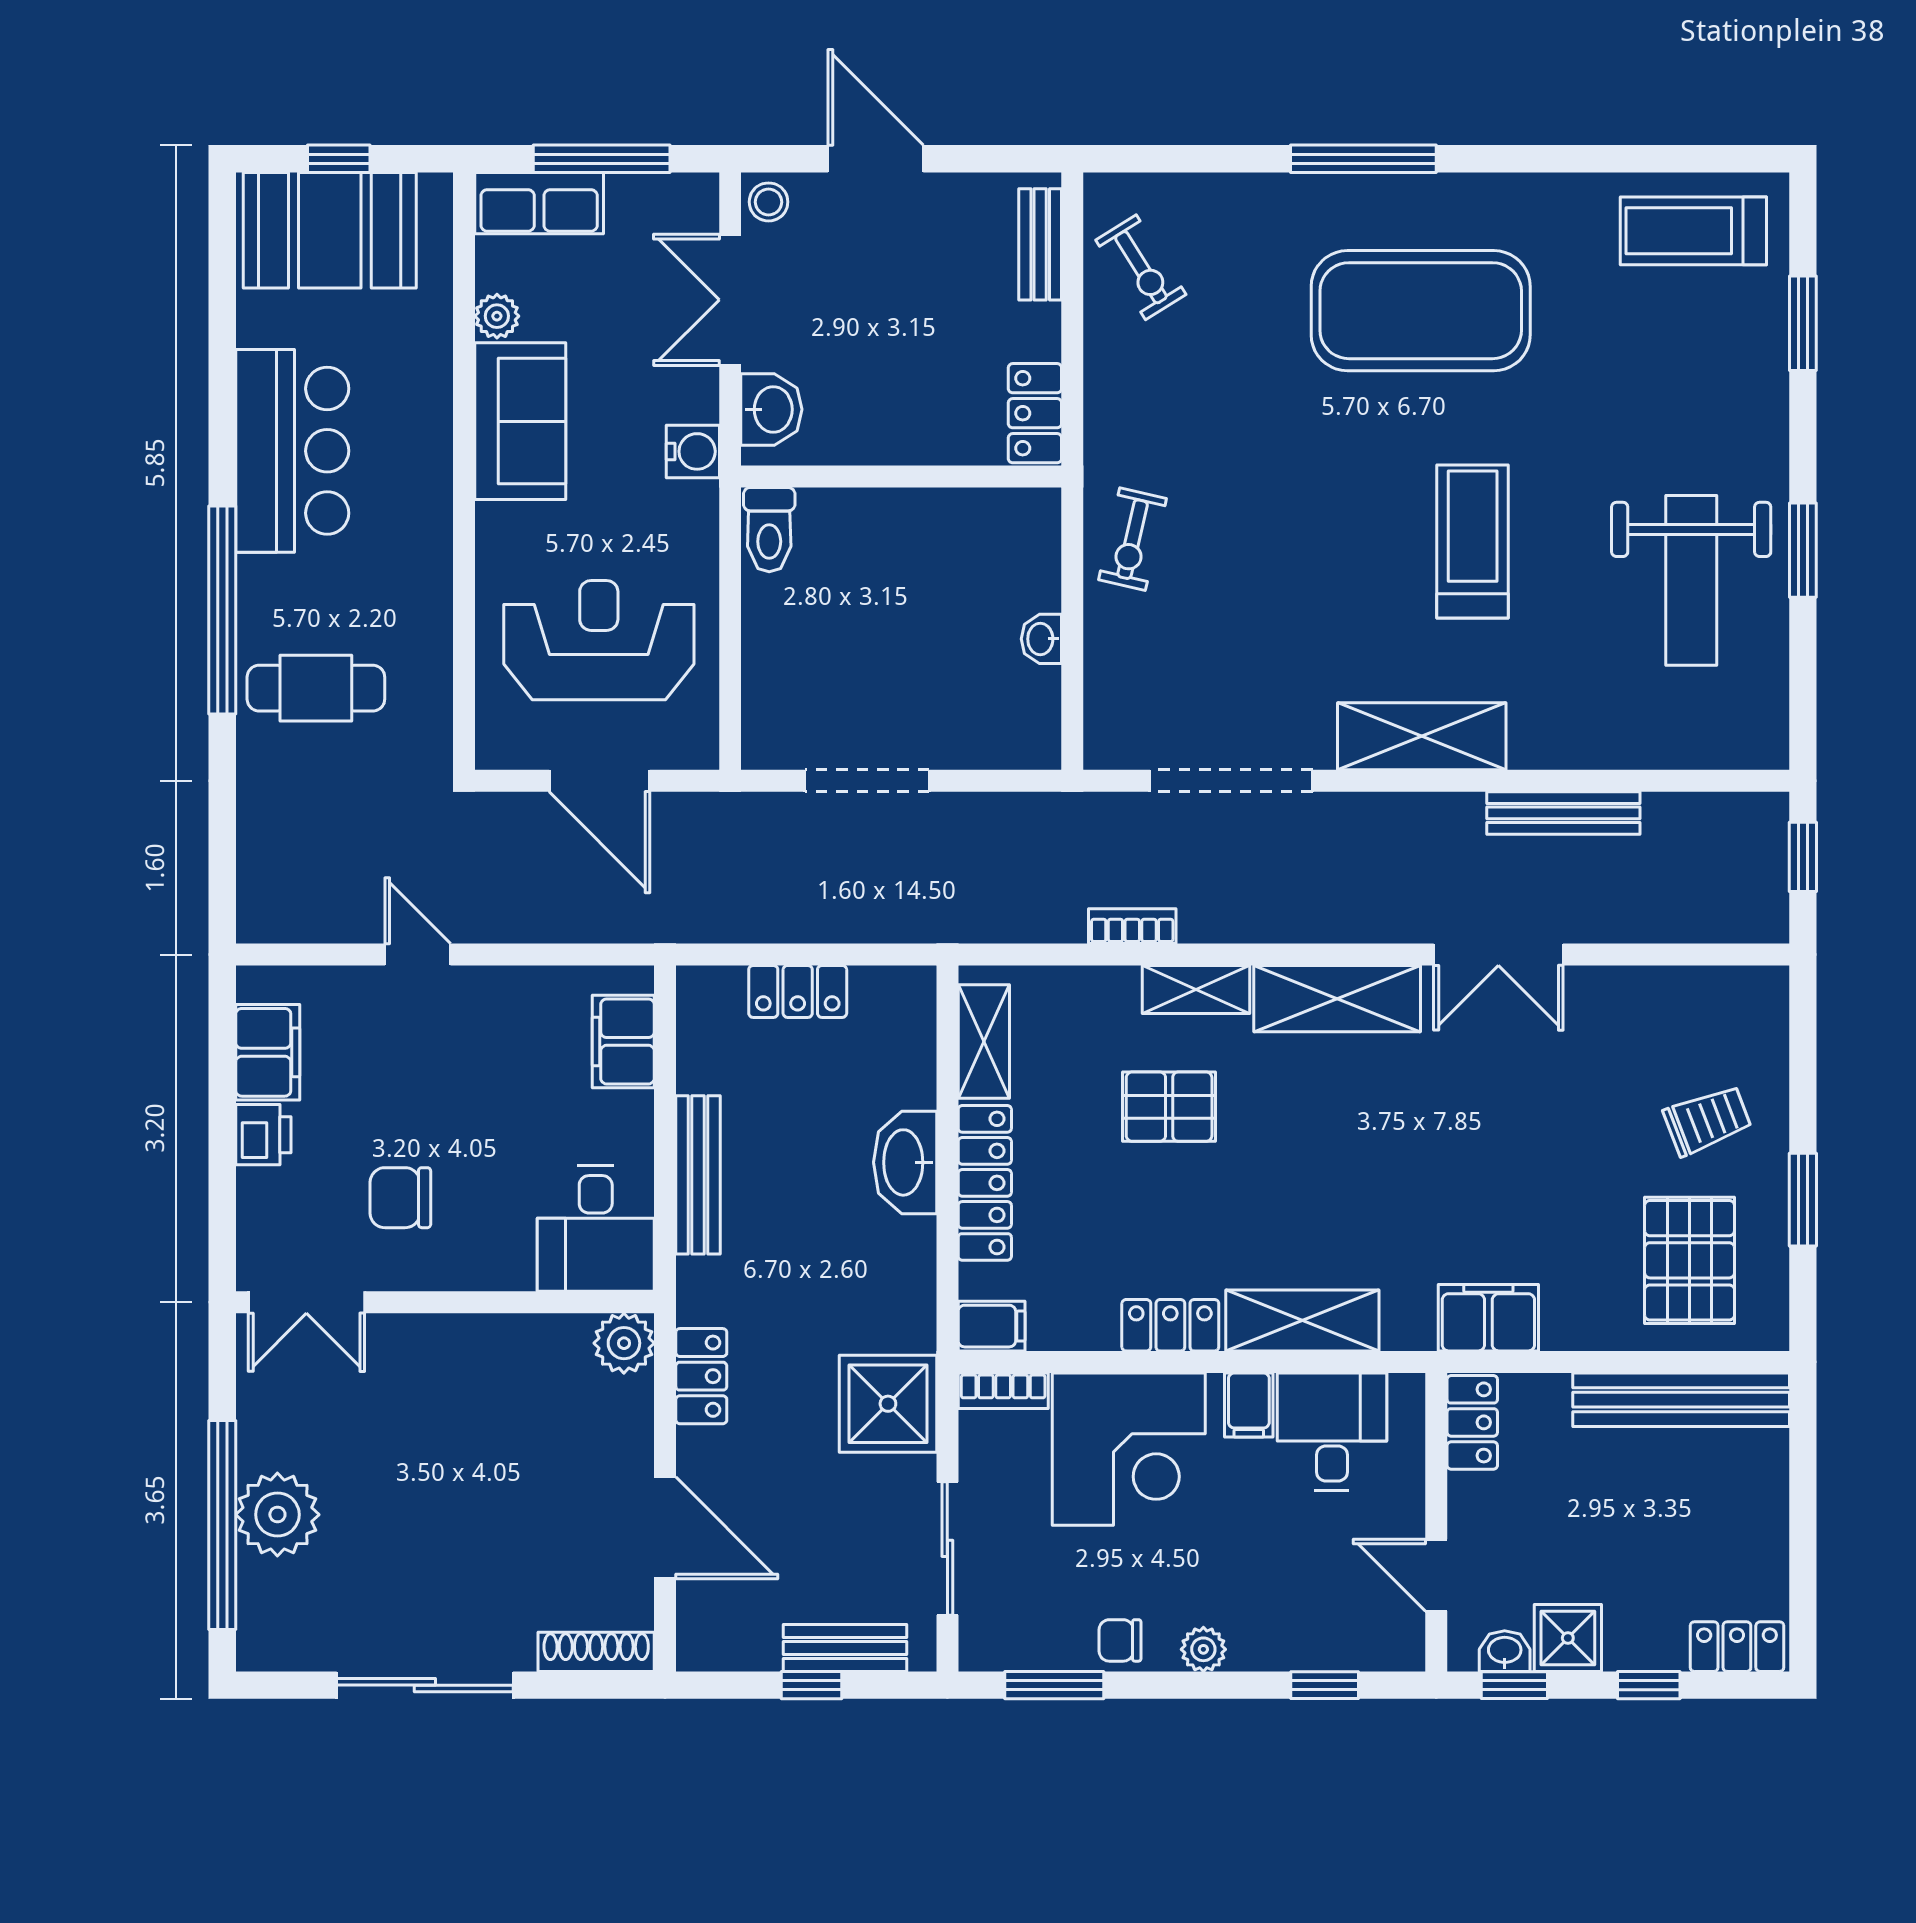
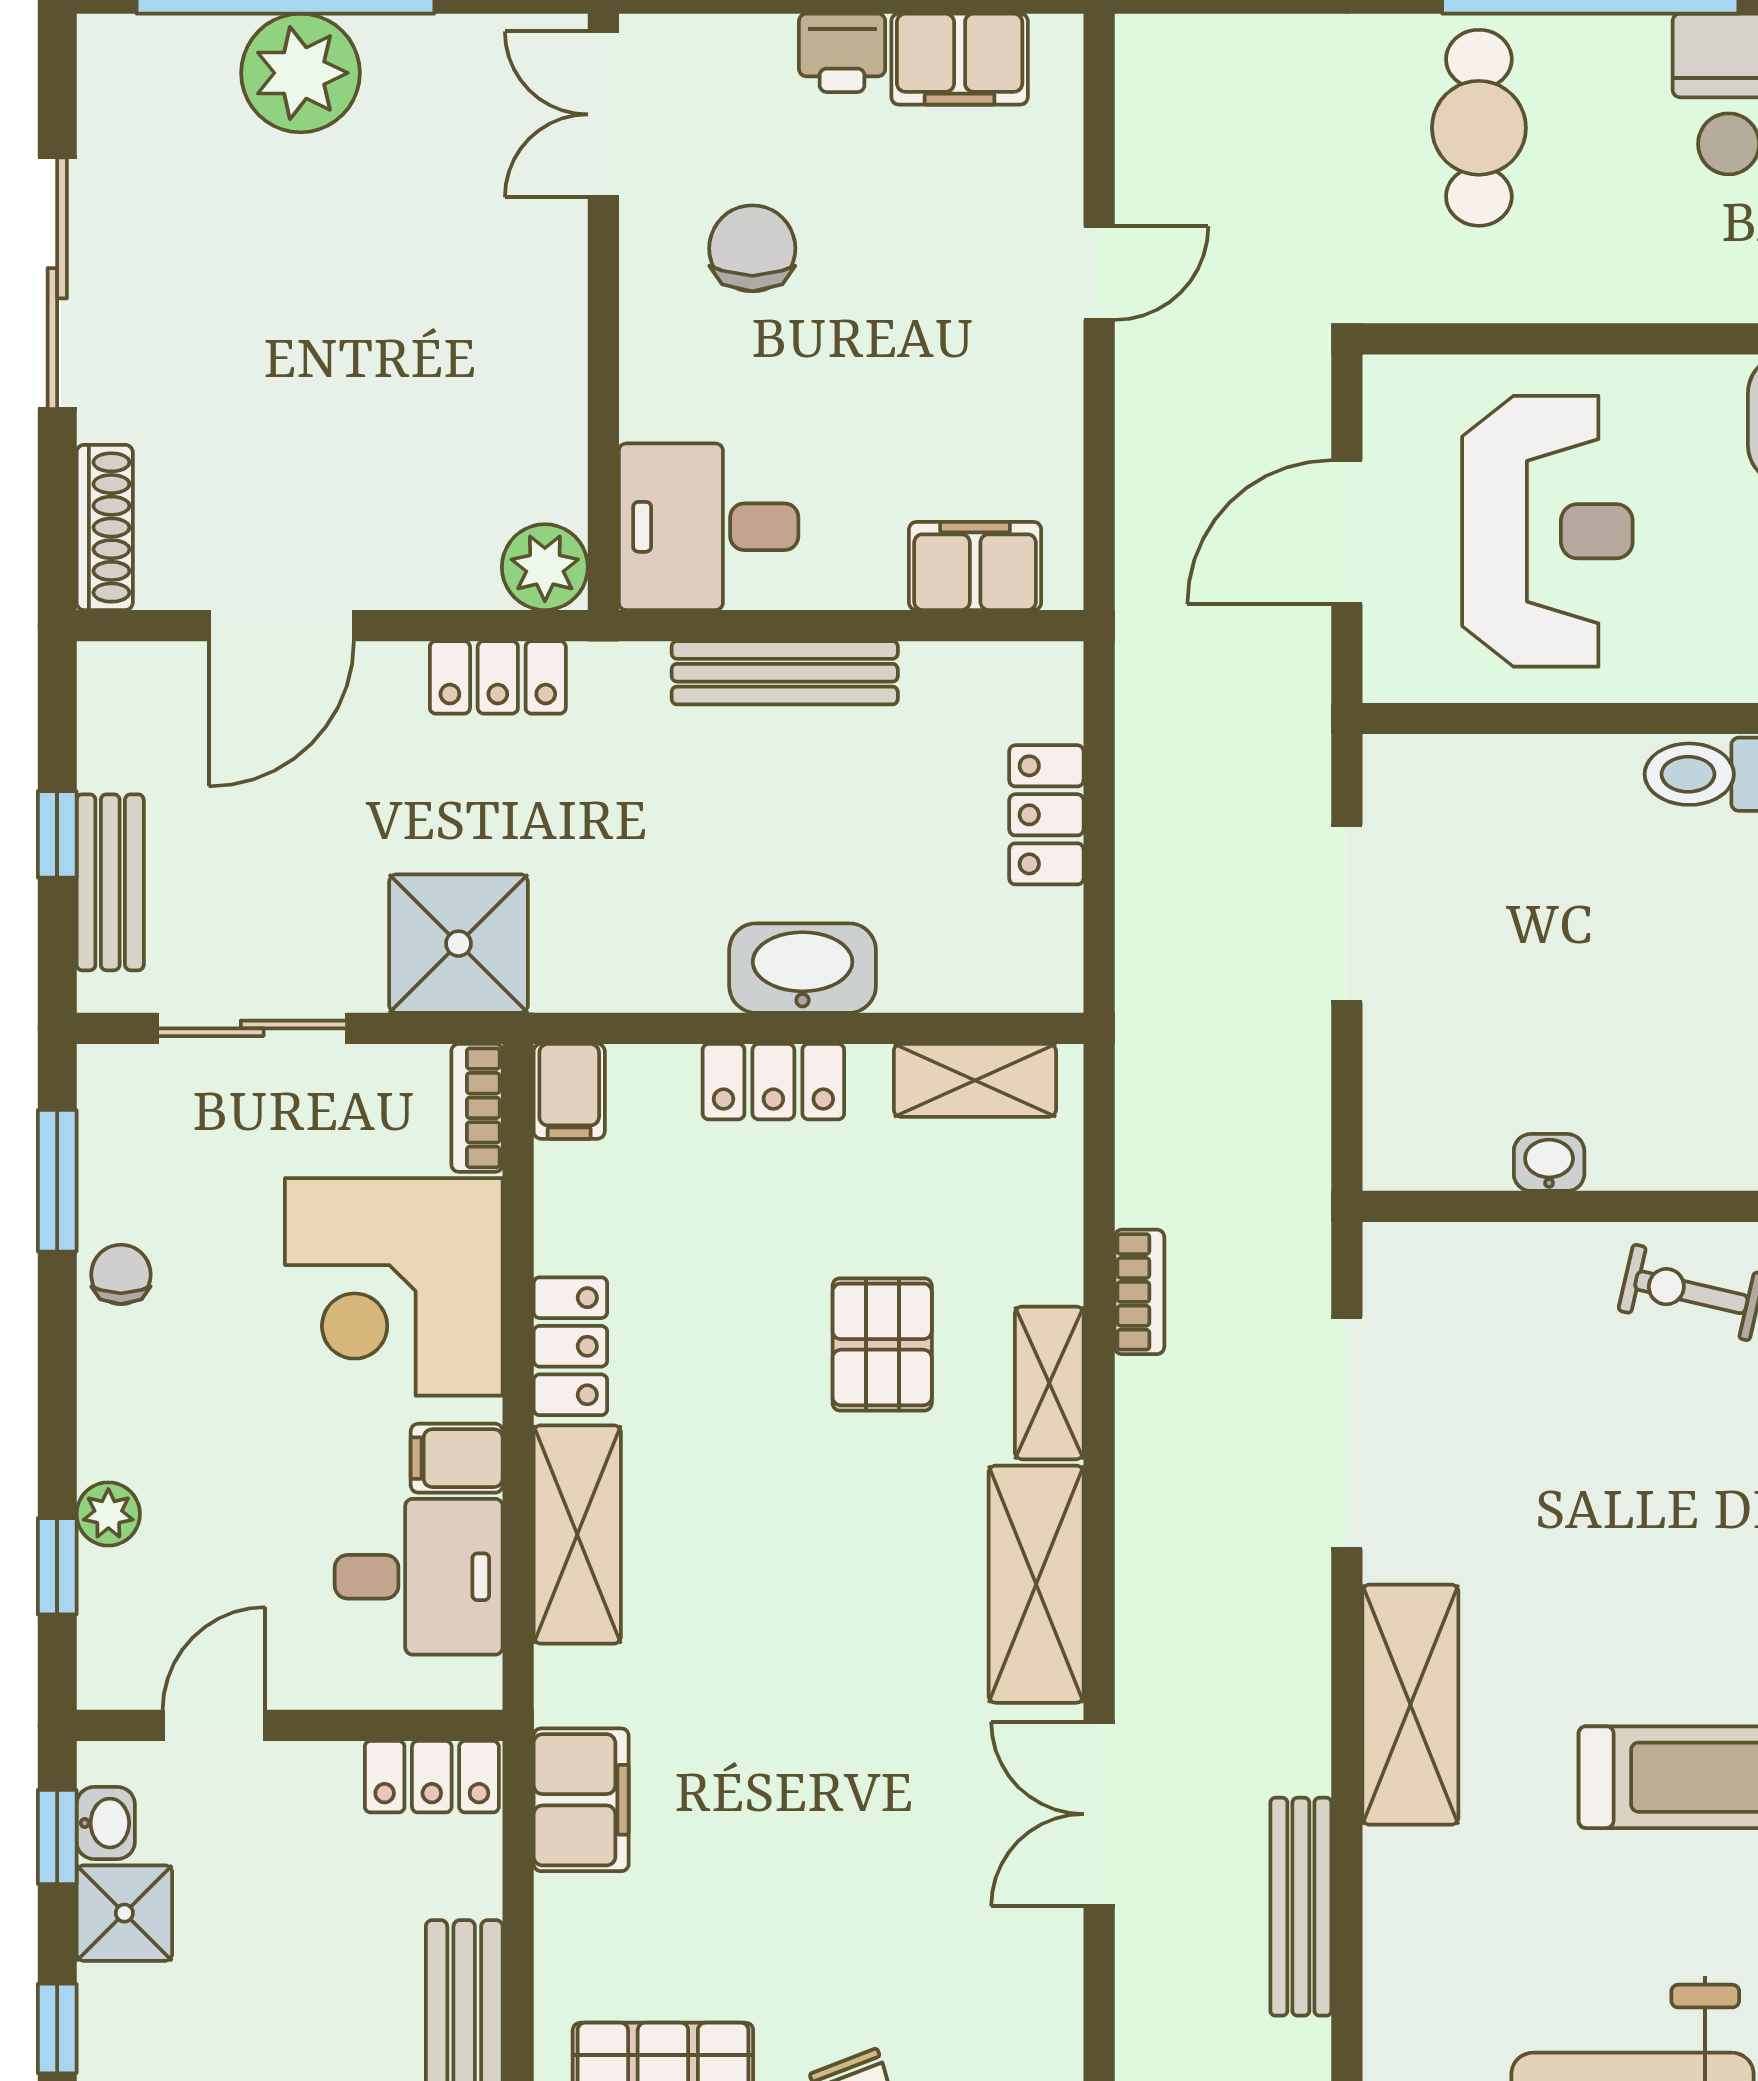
locker: (985, 1183) -> (773, 1082), width x0.66
plant: (1203, 1649) -> (108, 1514), moved

